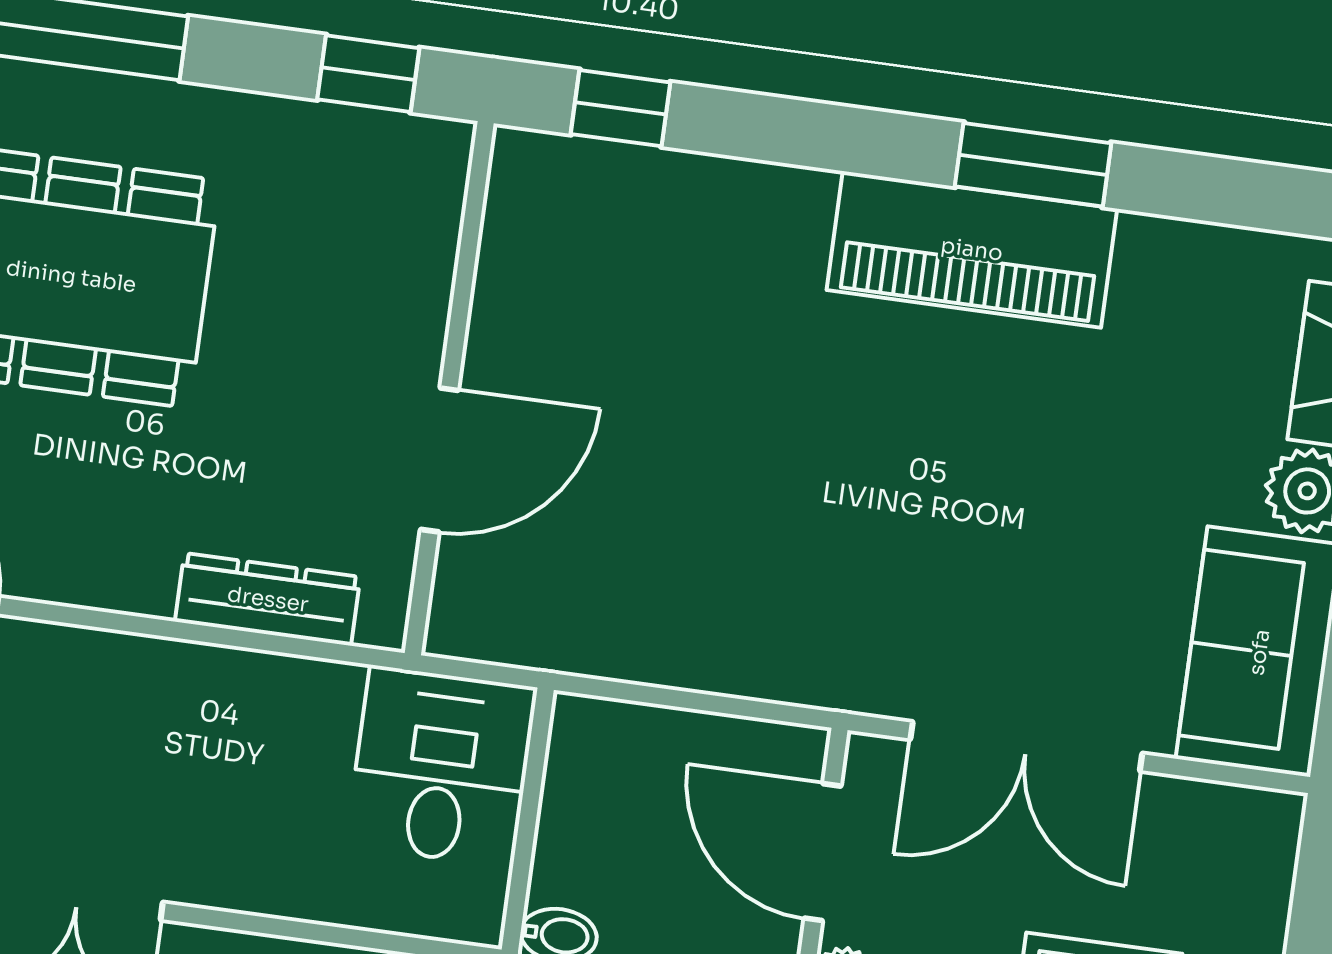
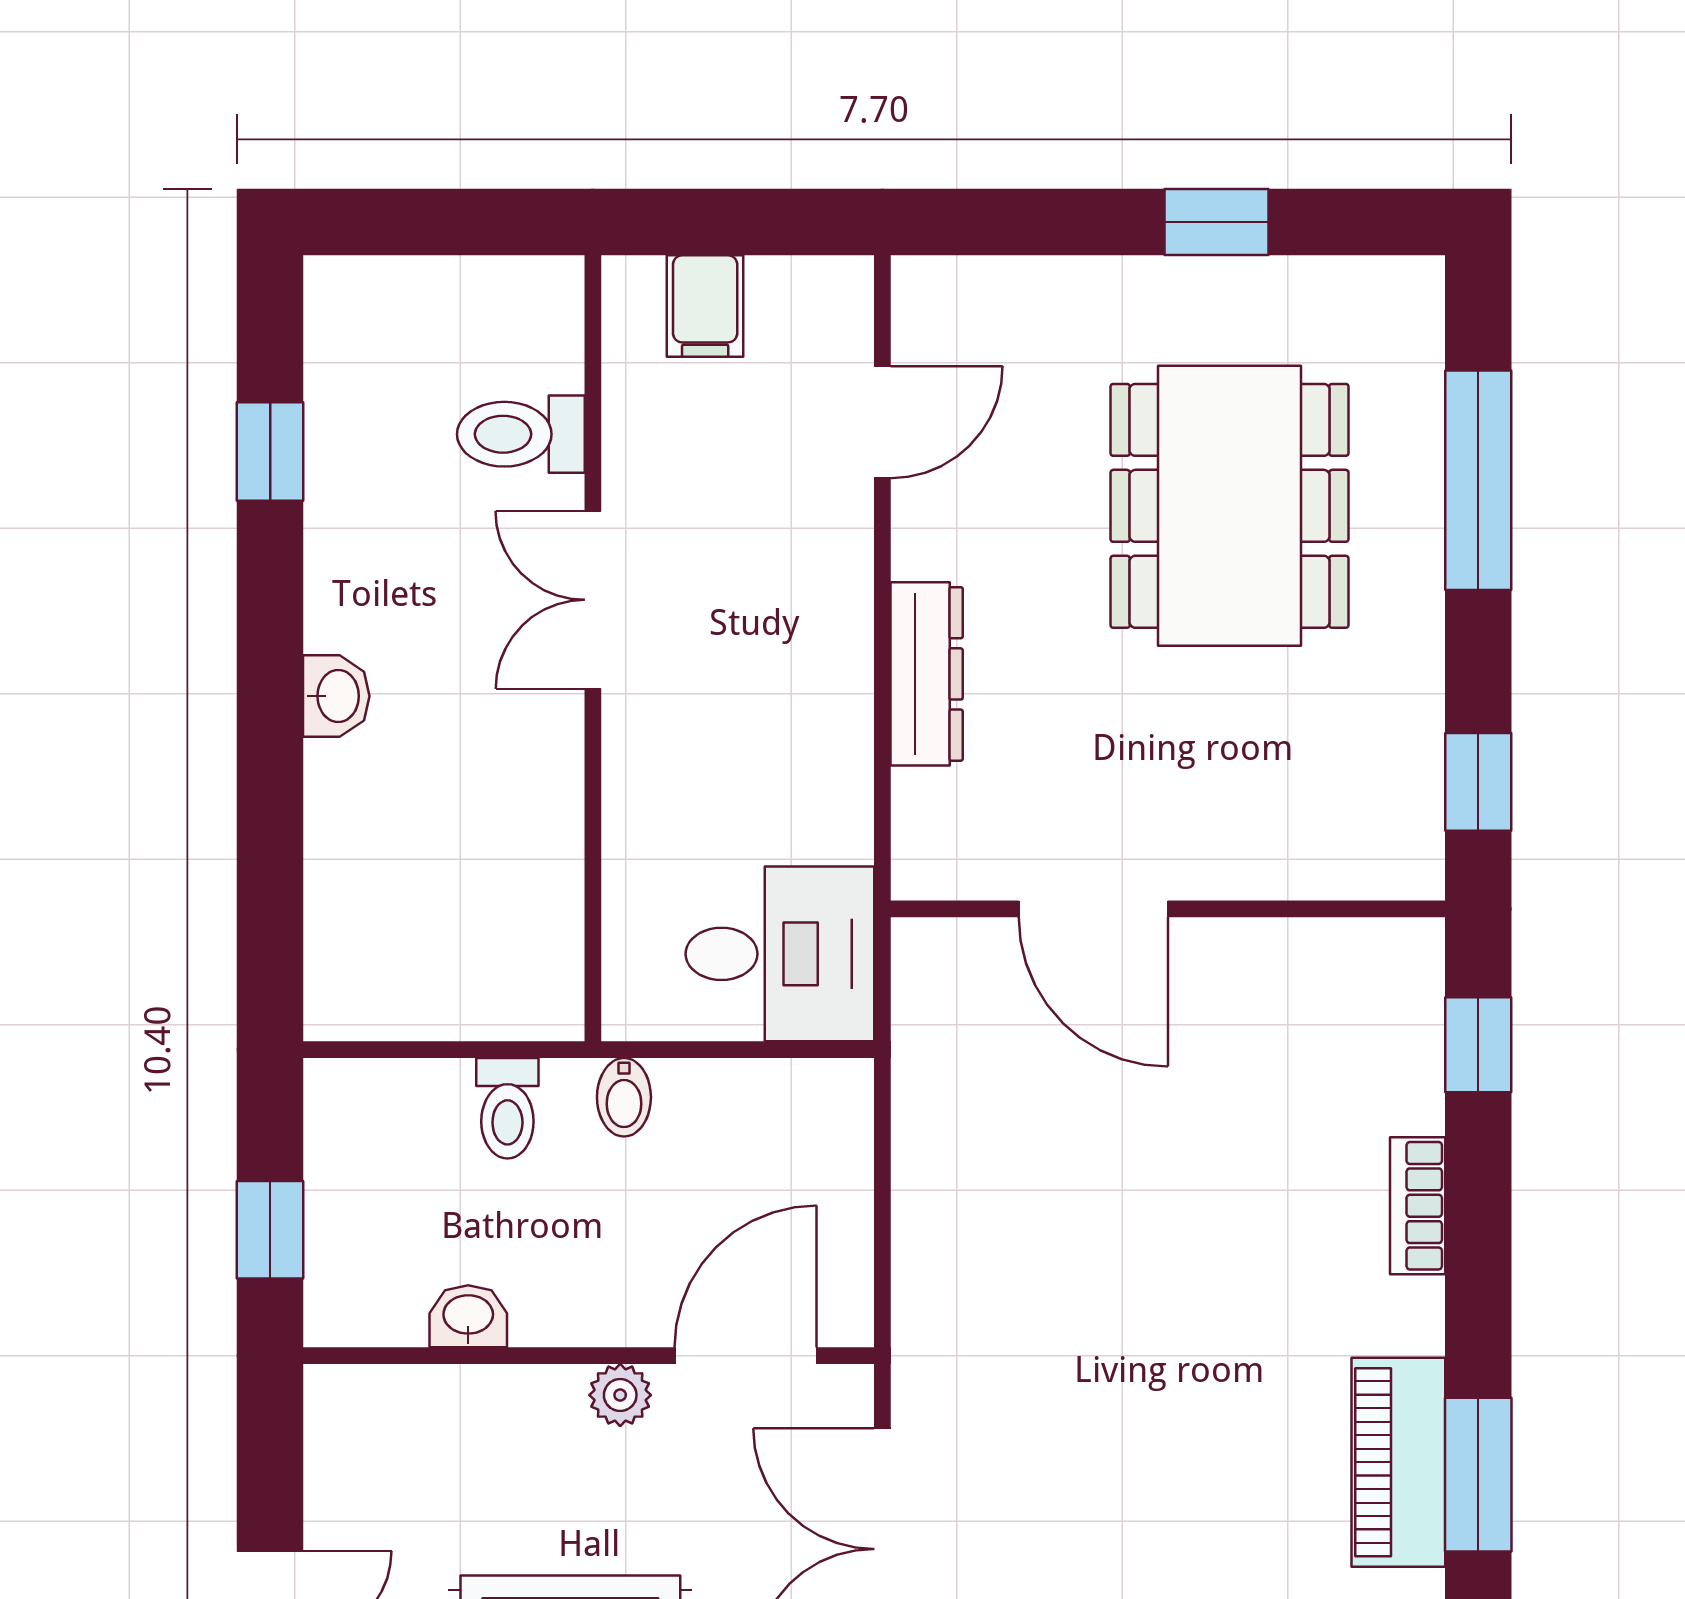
bookcase: (767, 188) -> (1418, 1206), added
piano: (972, 249) -> (1398, 1462), width x0.73, depth x0.75
dresser: (268, 599) -> (927, 674), moved

